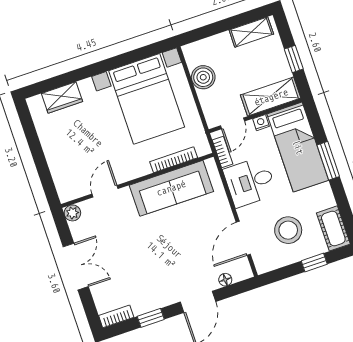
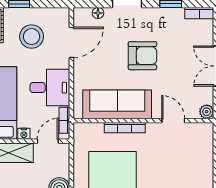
bookcase: (174, 160) -> (125, 128), moved
door: (105, 191) -> (173, 121), swing flipped
armchair: (162, 250) -> (142, 56), added

